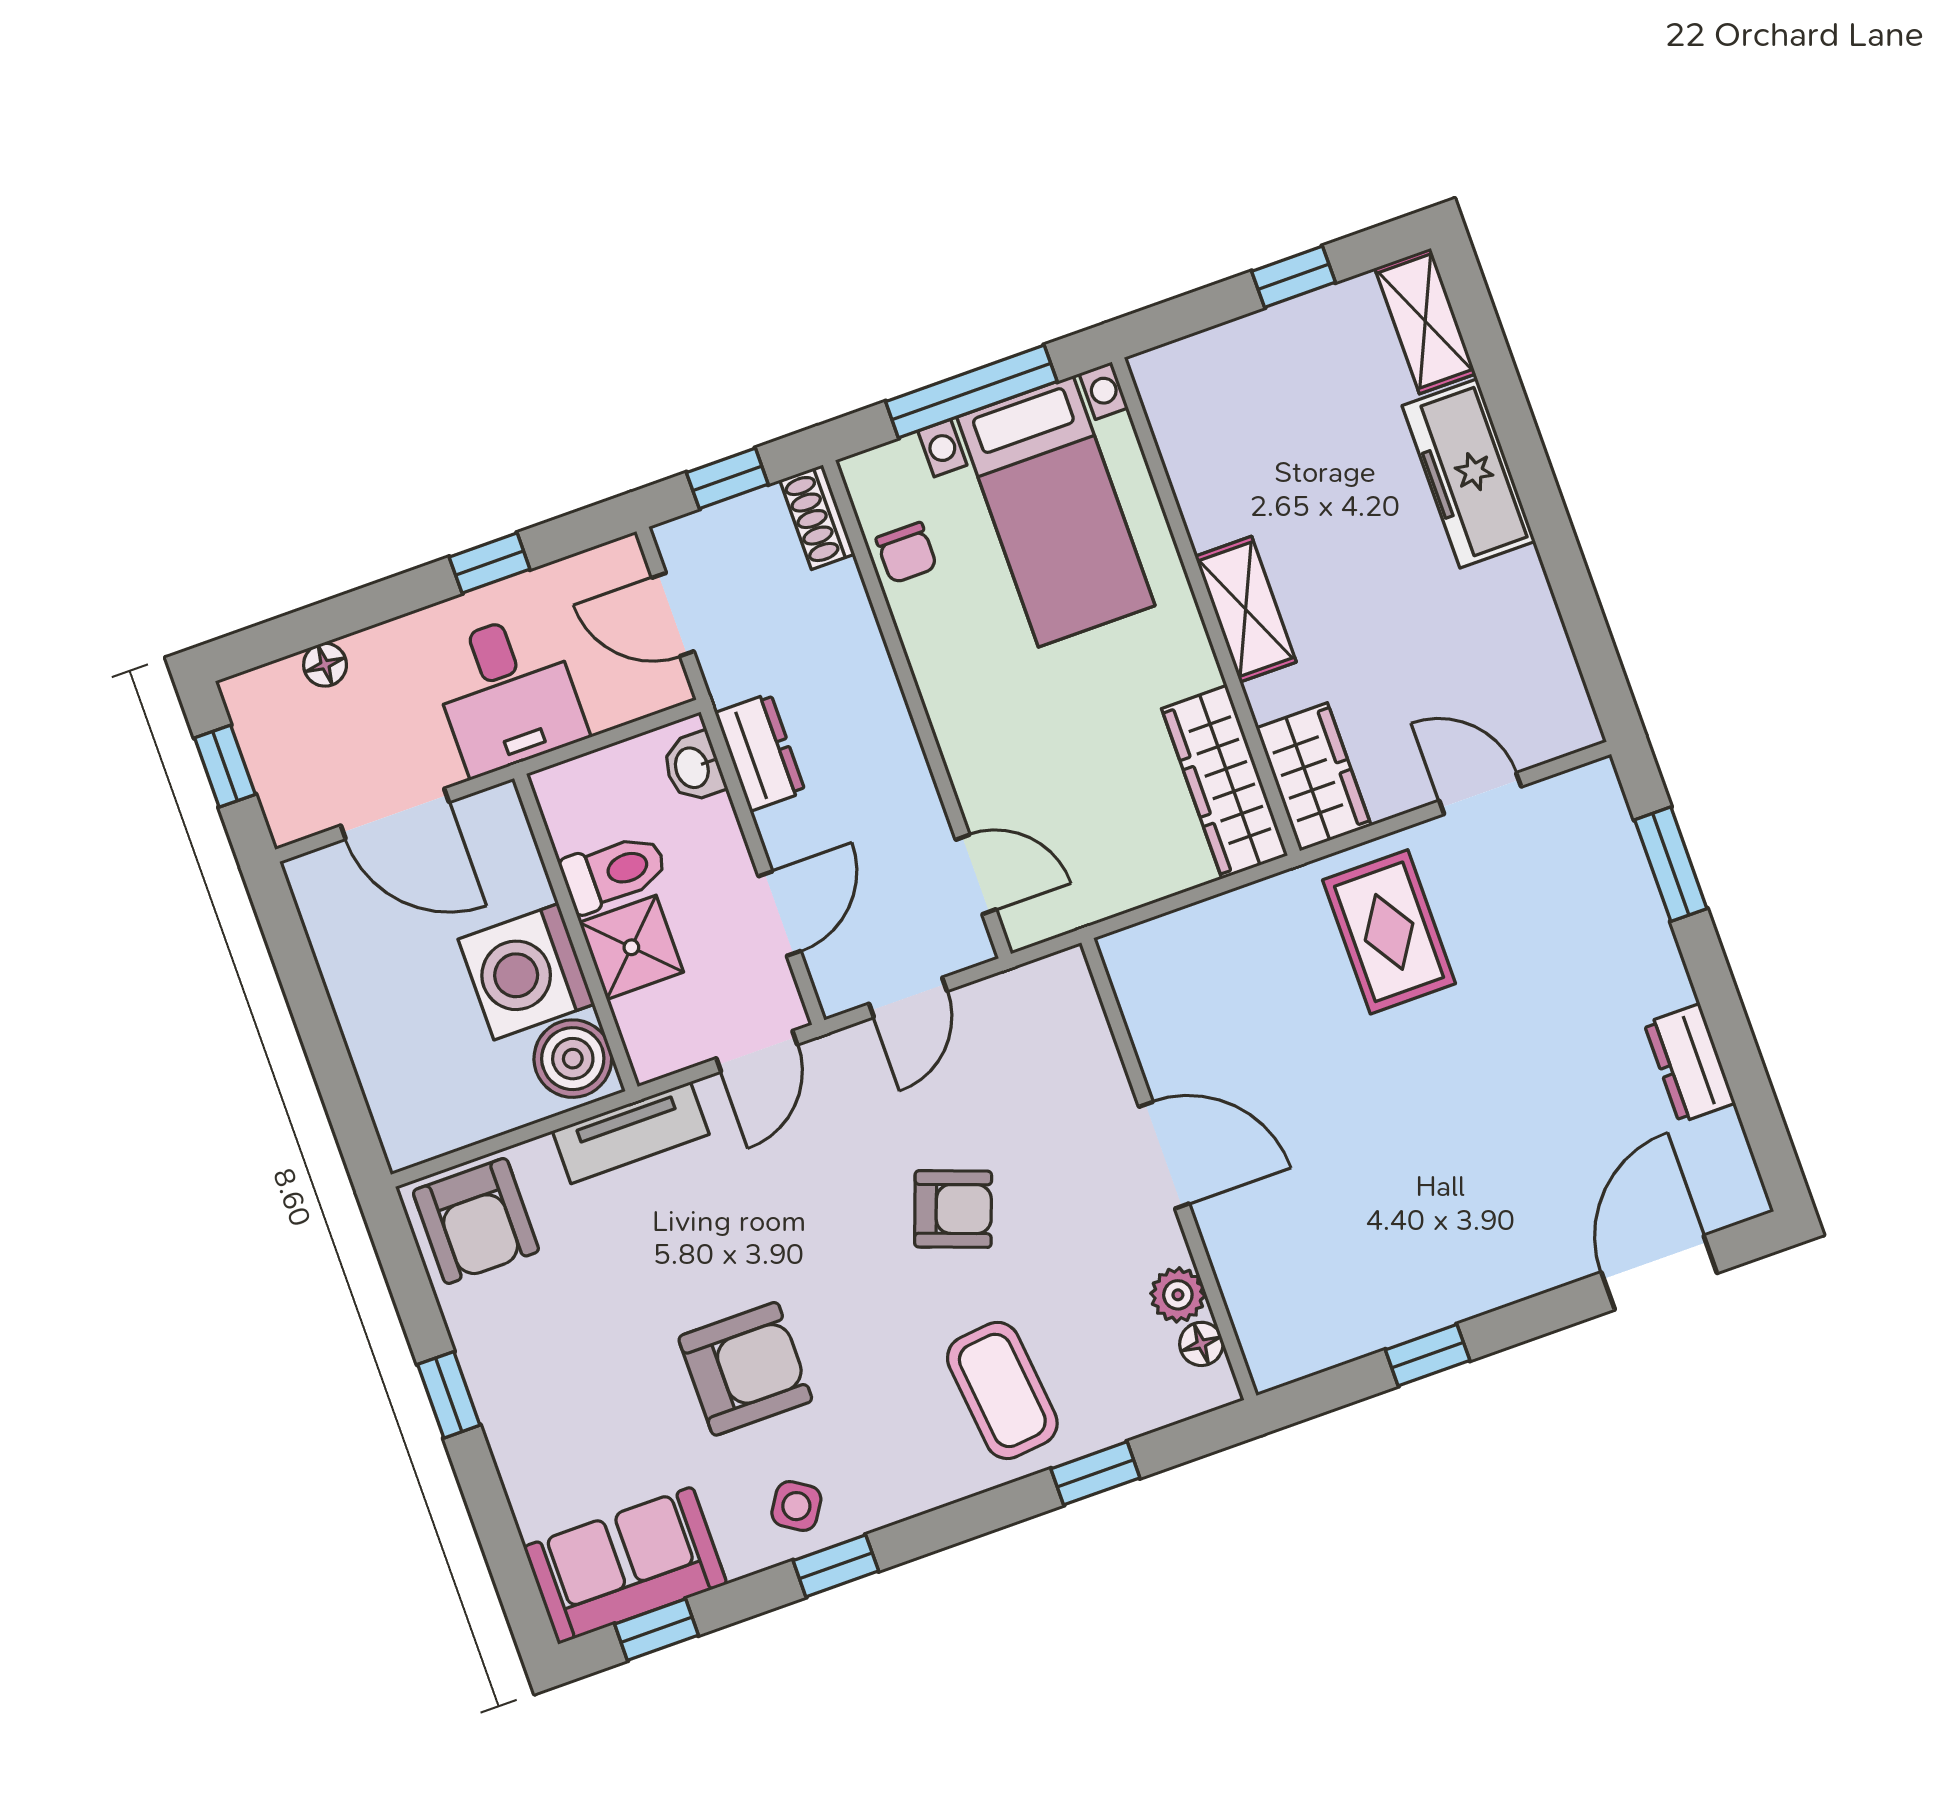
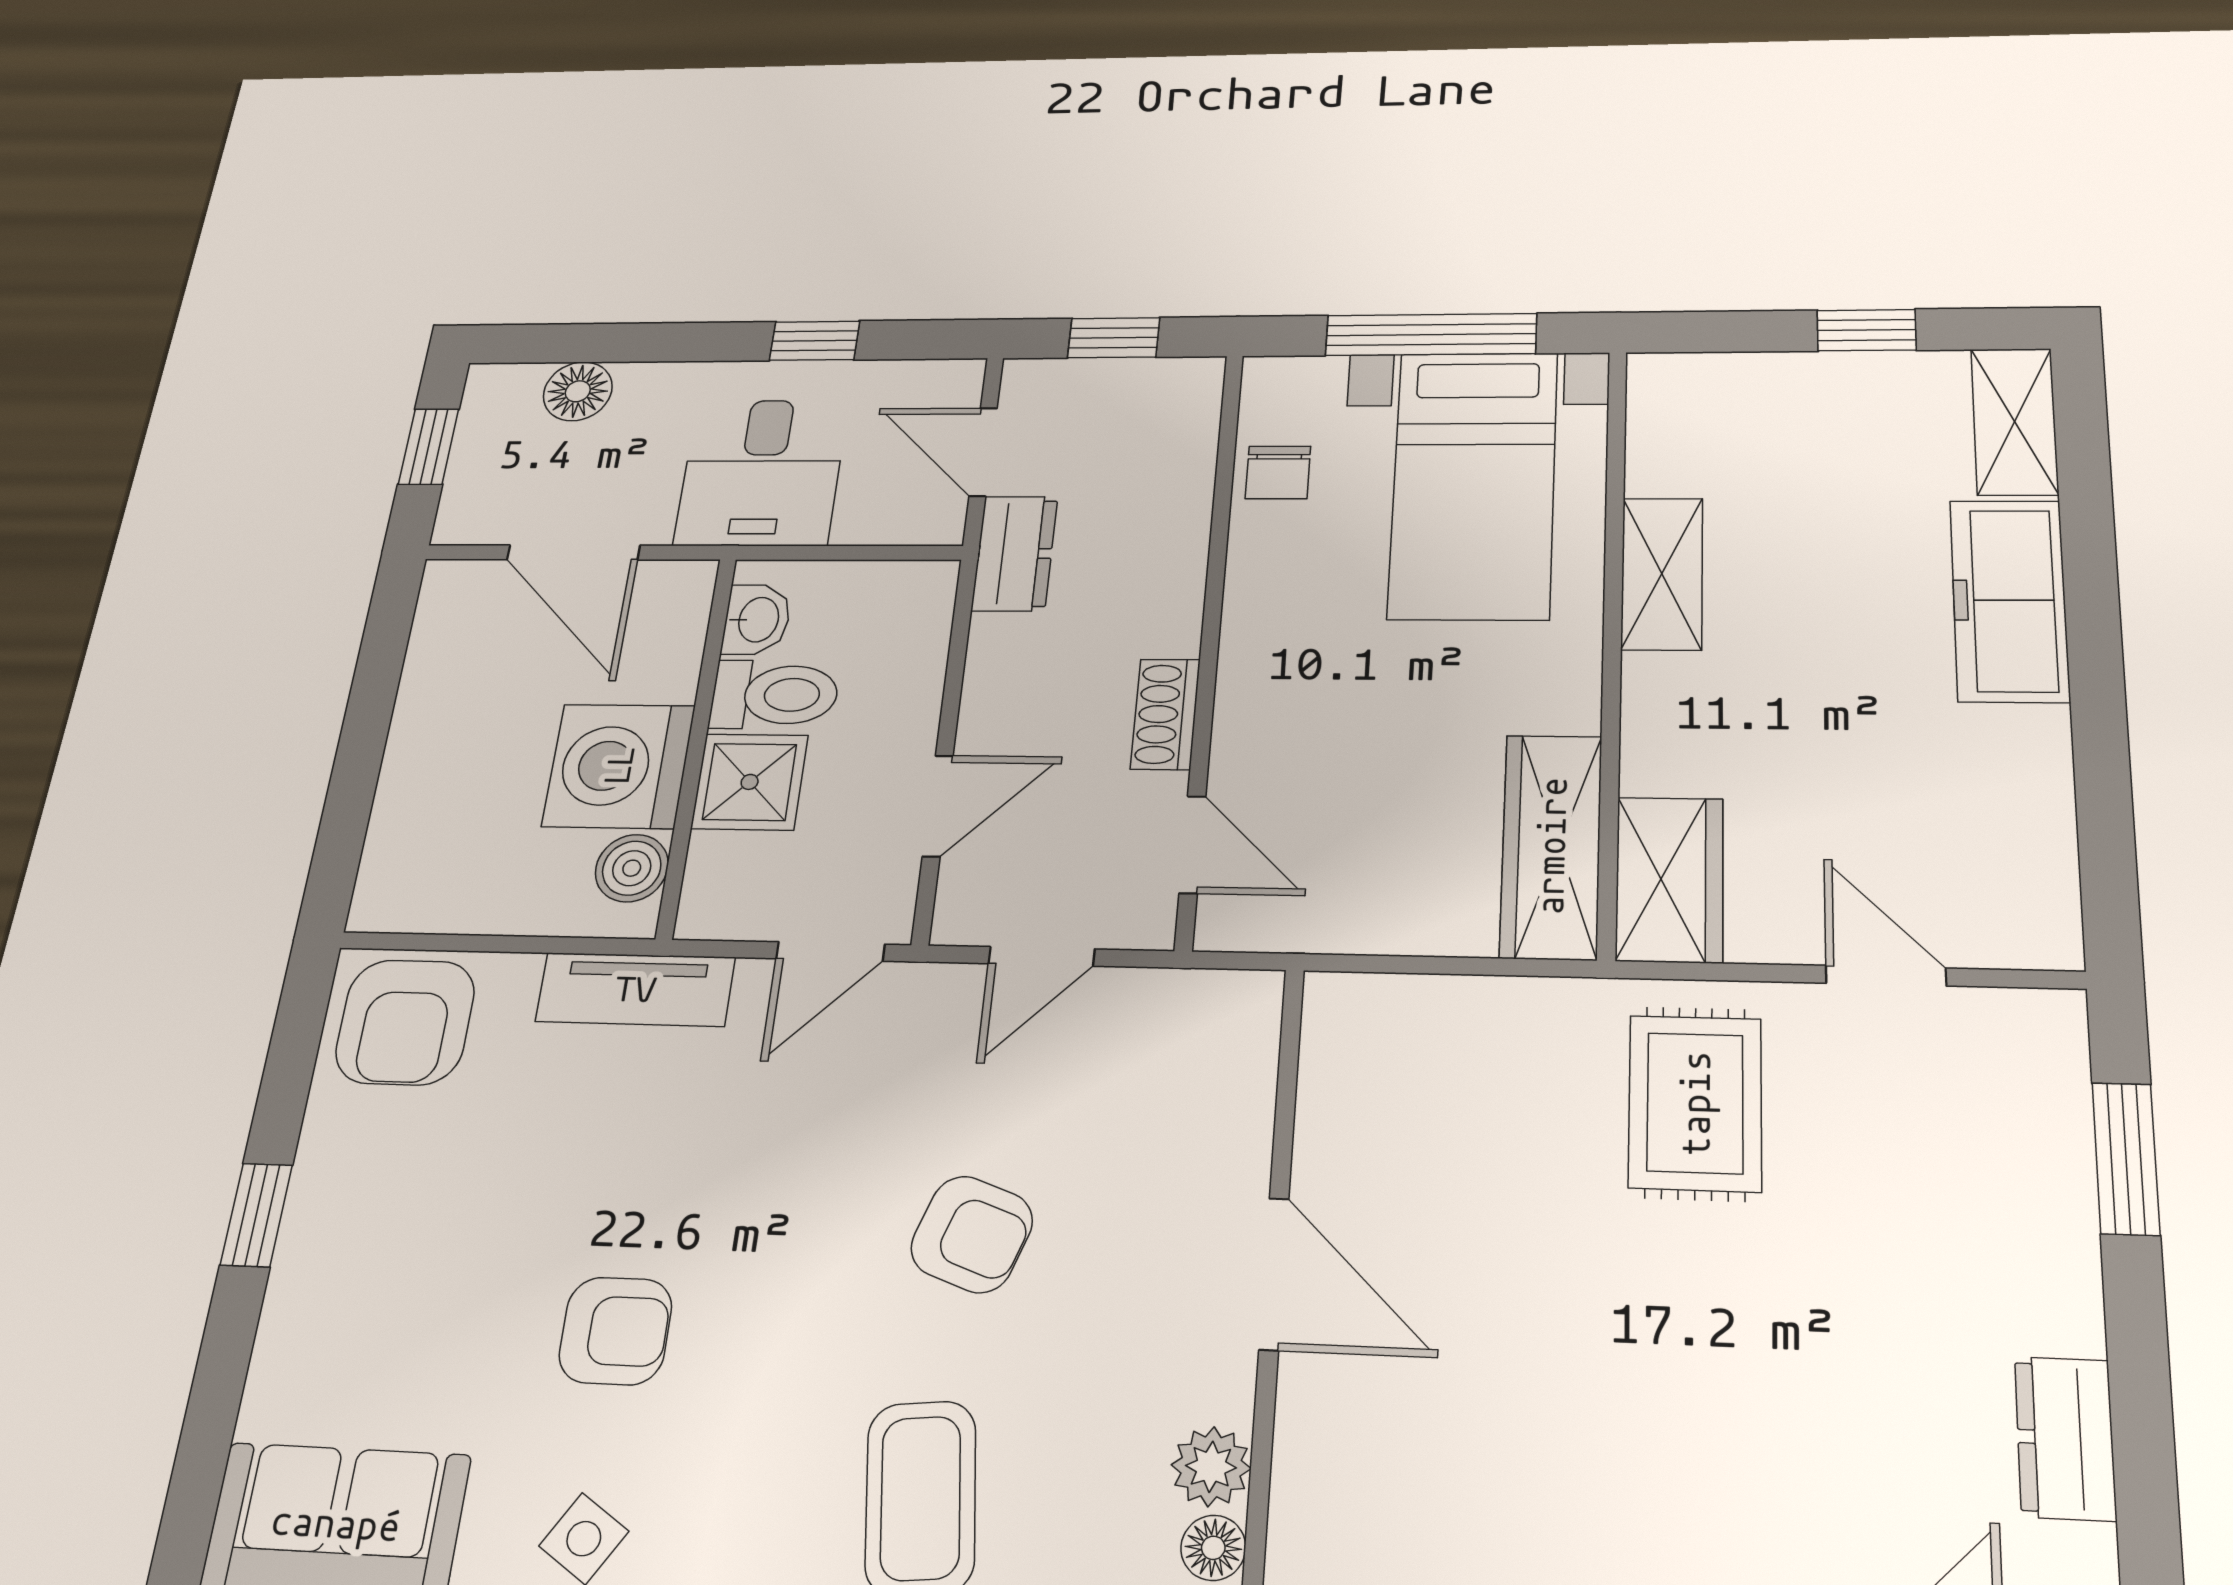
shoe rack: (817, 517) -> (1165, 714), moved
shelving: (1246, 609) -> (1662, 574), moved
floor lamp: (325, 665) -> (578, 391), width x1.37, depth x1.37
dresser: (760, 752) -> (1015, 553), moved
washbasin: (693, 767) -> (757, 620), moved, turned 180
boiler: (573, 1059) -> (632, 868), width x0.73, depth x0.73
armchair: (745, 1369) -> (615, 1331), width x0.72, depth x0.72

